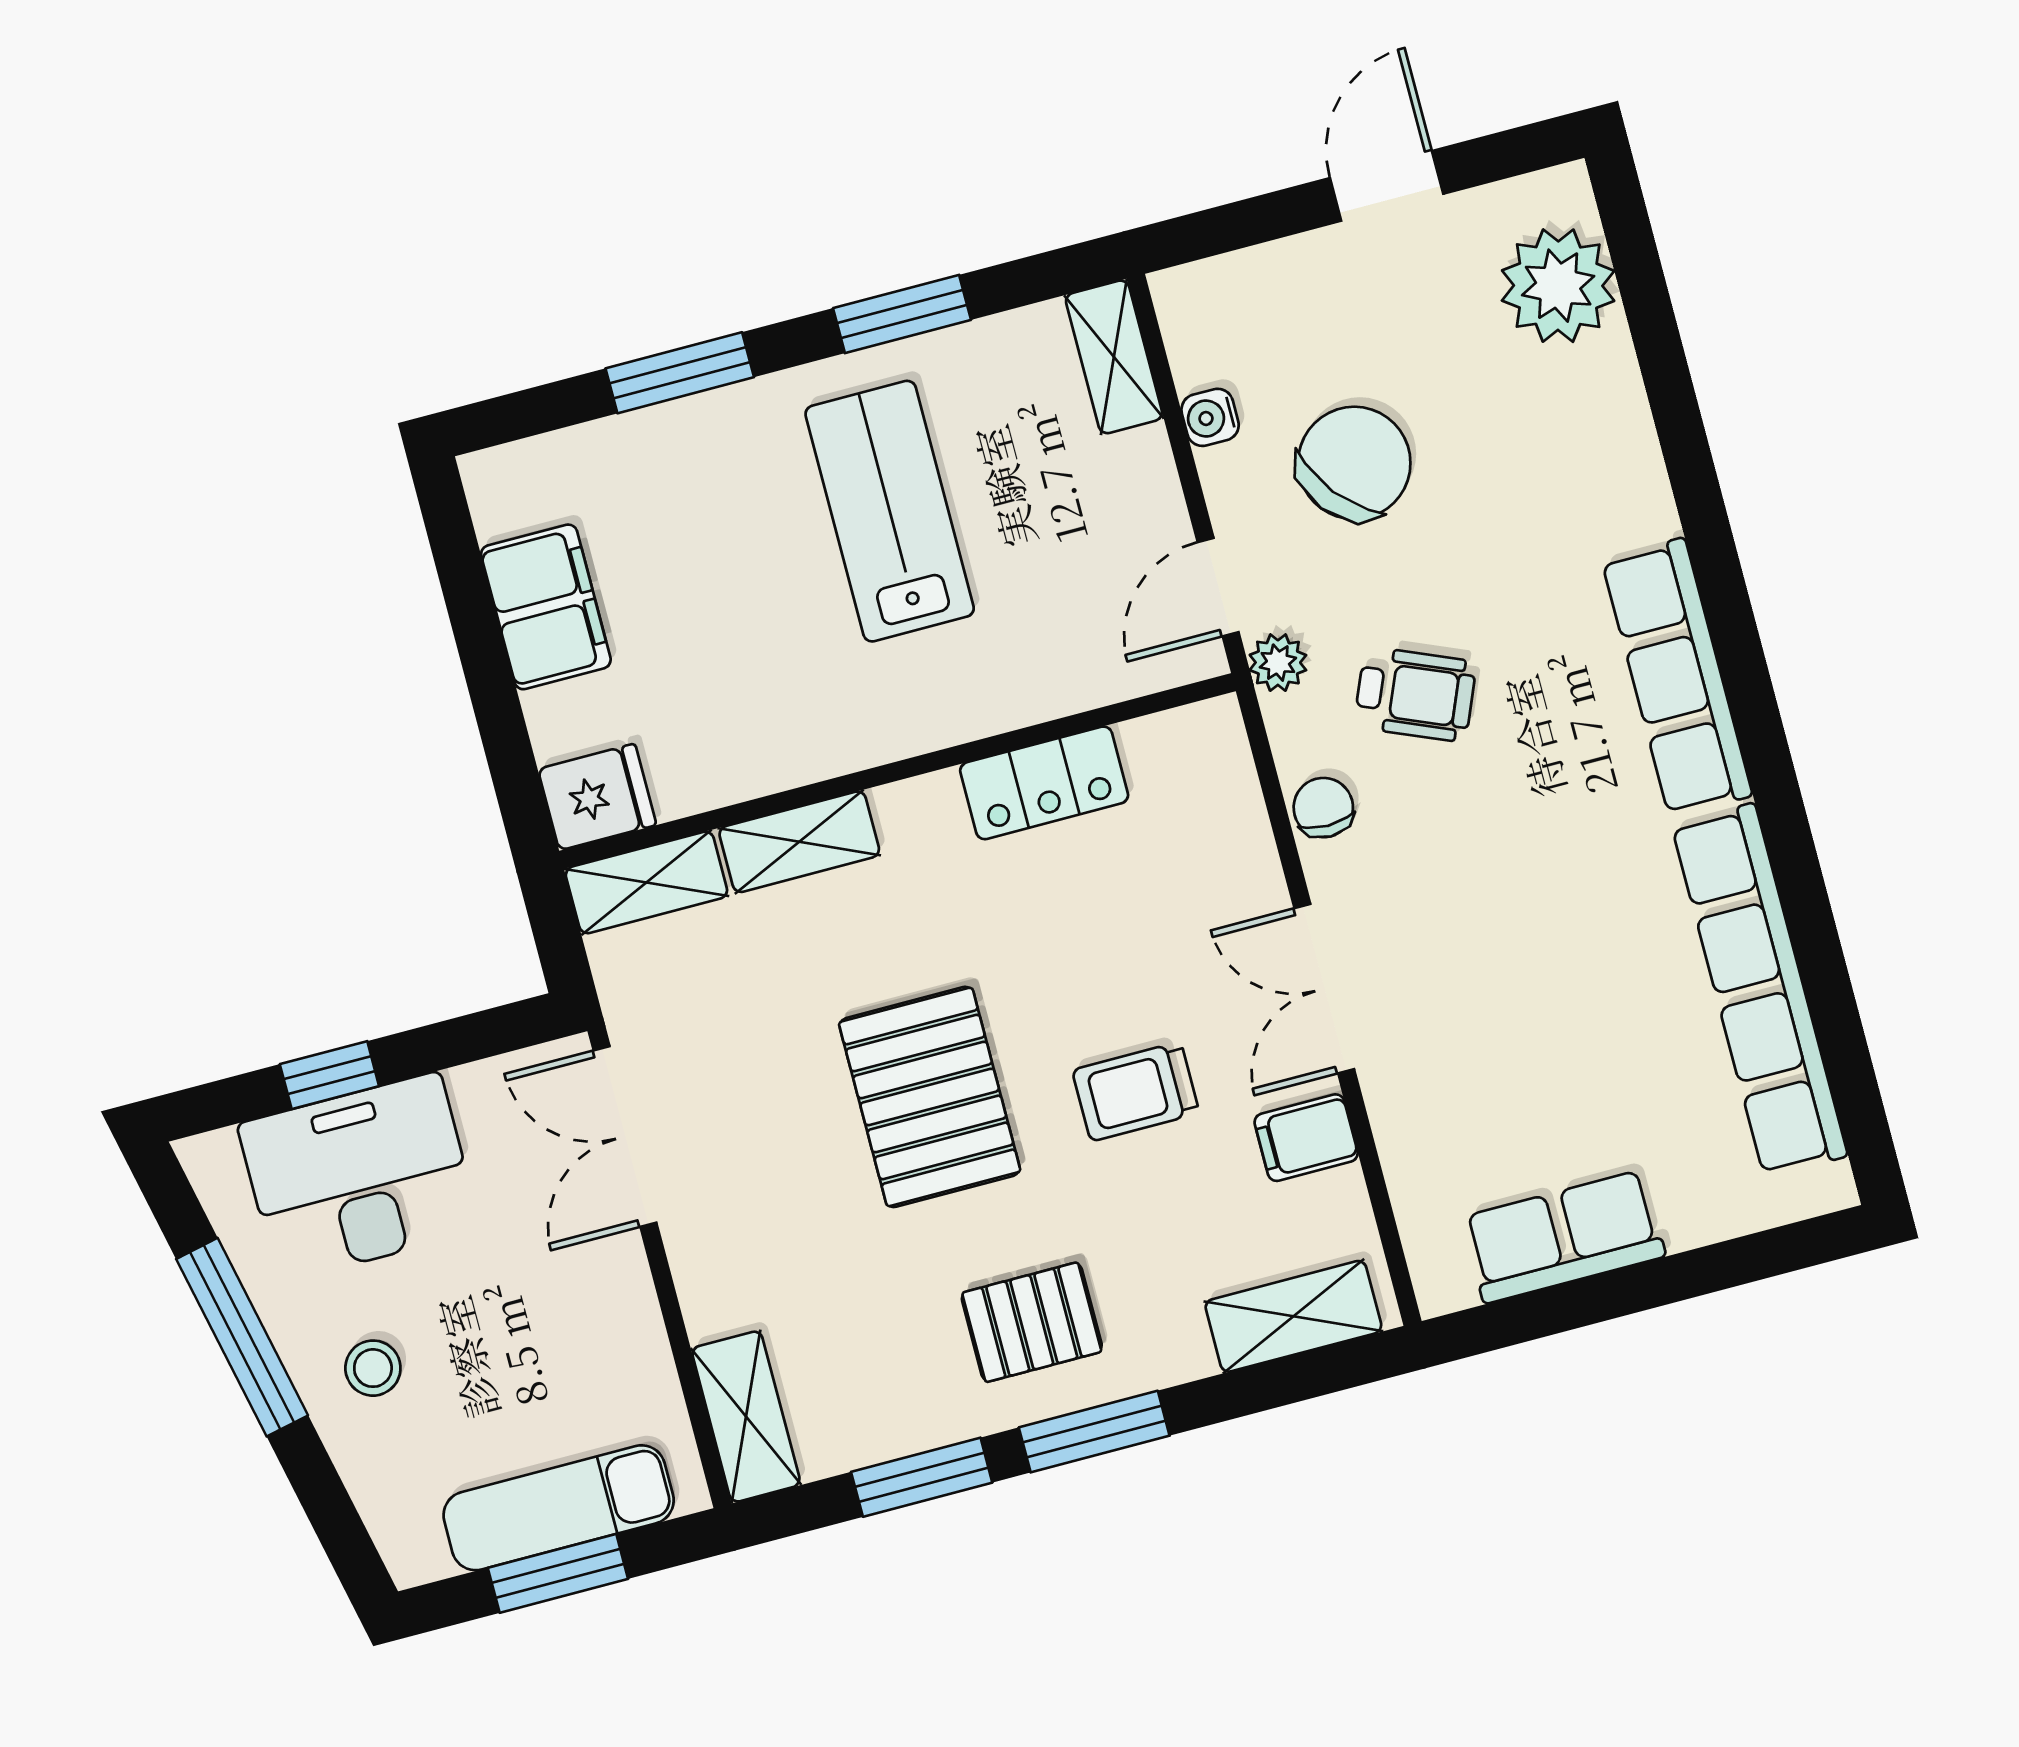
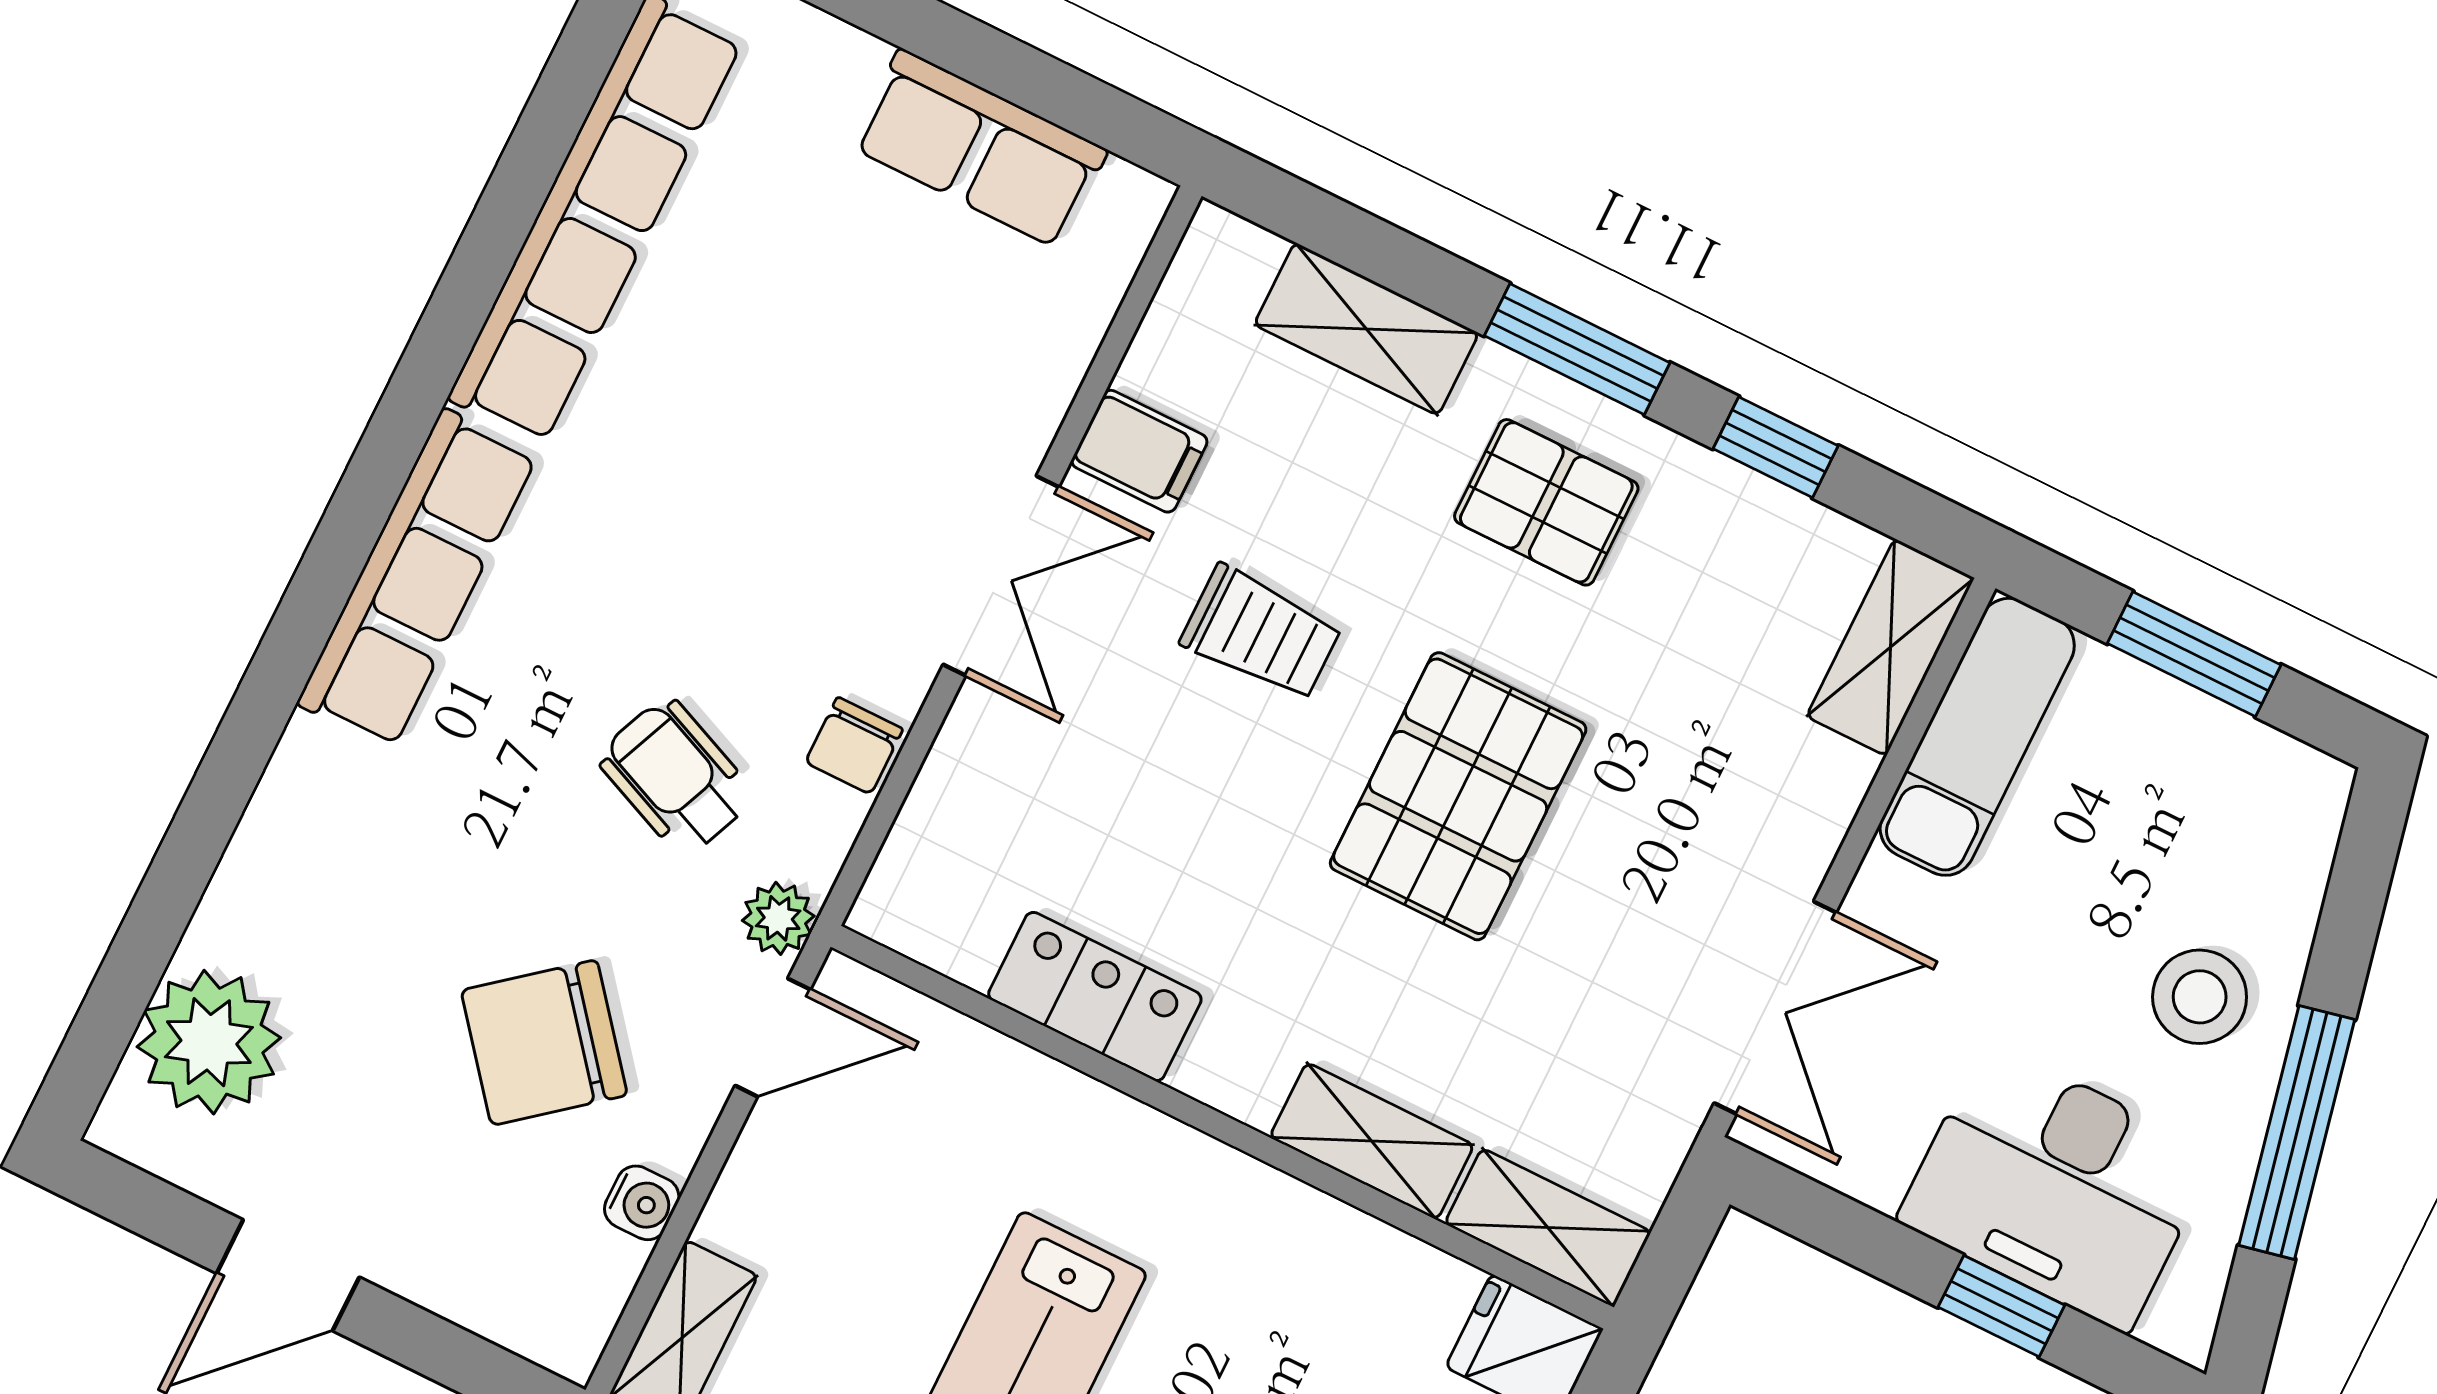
shelving: (1293, 1316) -> (1366, 329), moved
stool: (373, 1368) -> (2200, 997), width x1.37, depth x1.37
window: (922, 1477) -> (1776, 447), width x0.67
exam couch: (559, 1508) -> (1977, 737), moved, turned -90

